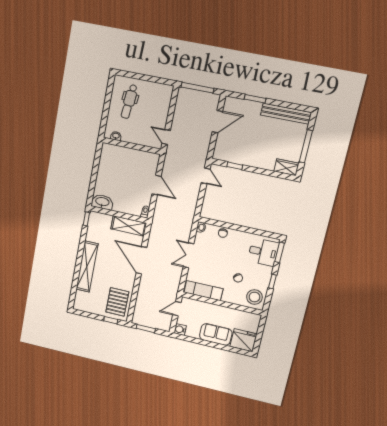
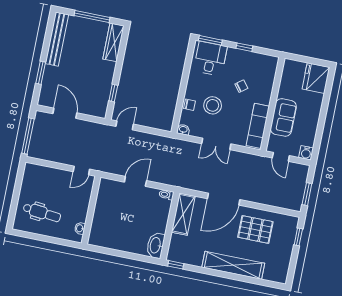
wardrobe: (286, 167) -> (113, 42), width x1.50
stool: (254, 297) -> (213, 105), moved
pallet: (117, 302) -> (255, 229), moved
sofa: (216, 334) -> (283, 117), moved, turned 180

